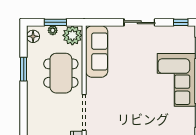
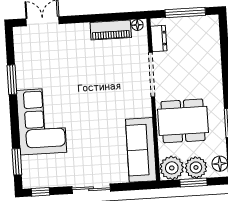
plant: (53, 30) -> (196, 167), width x1.87, depth x1.87
dining table: (61, 73) -> (183, 121), turned 90

